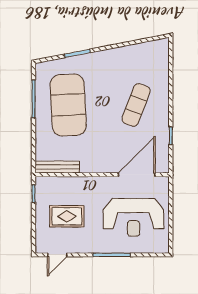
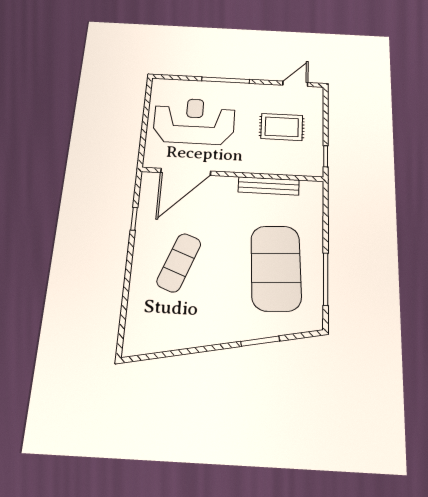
bench: (57, 167) -> (269, 186), moved

